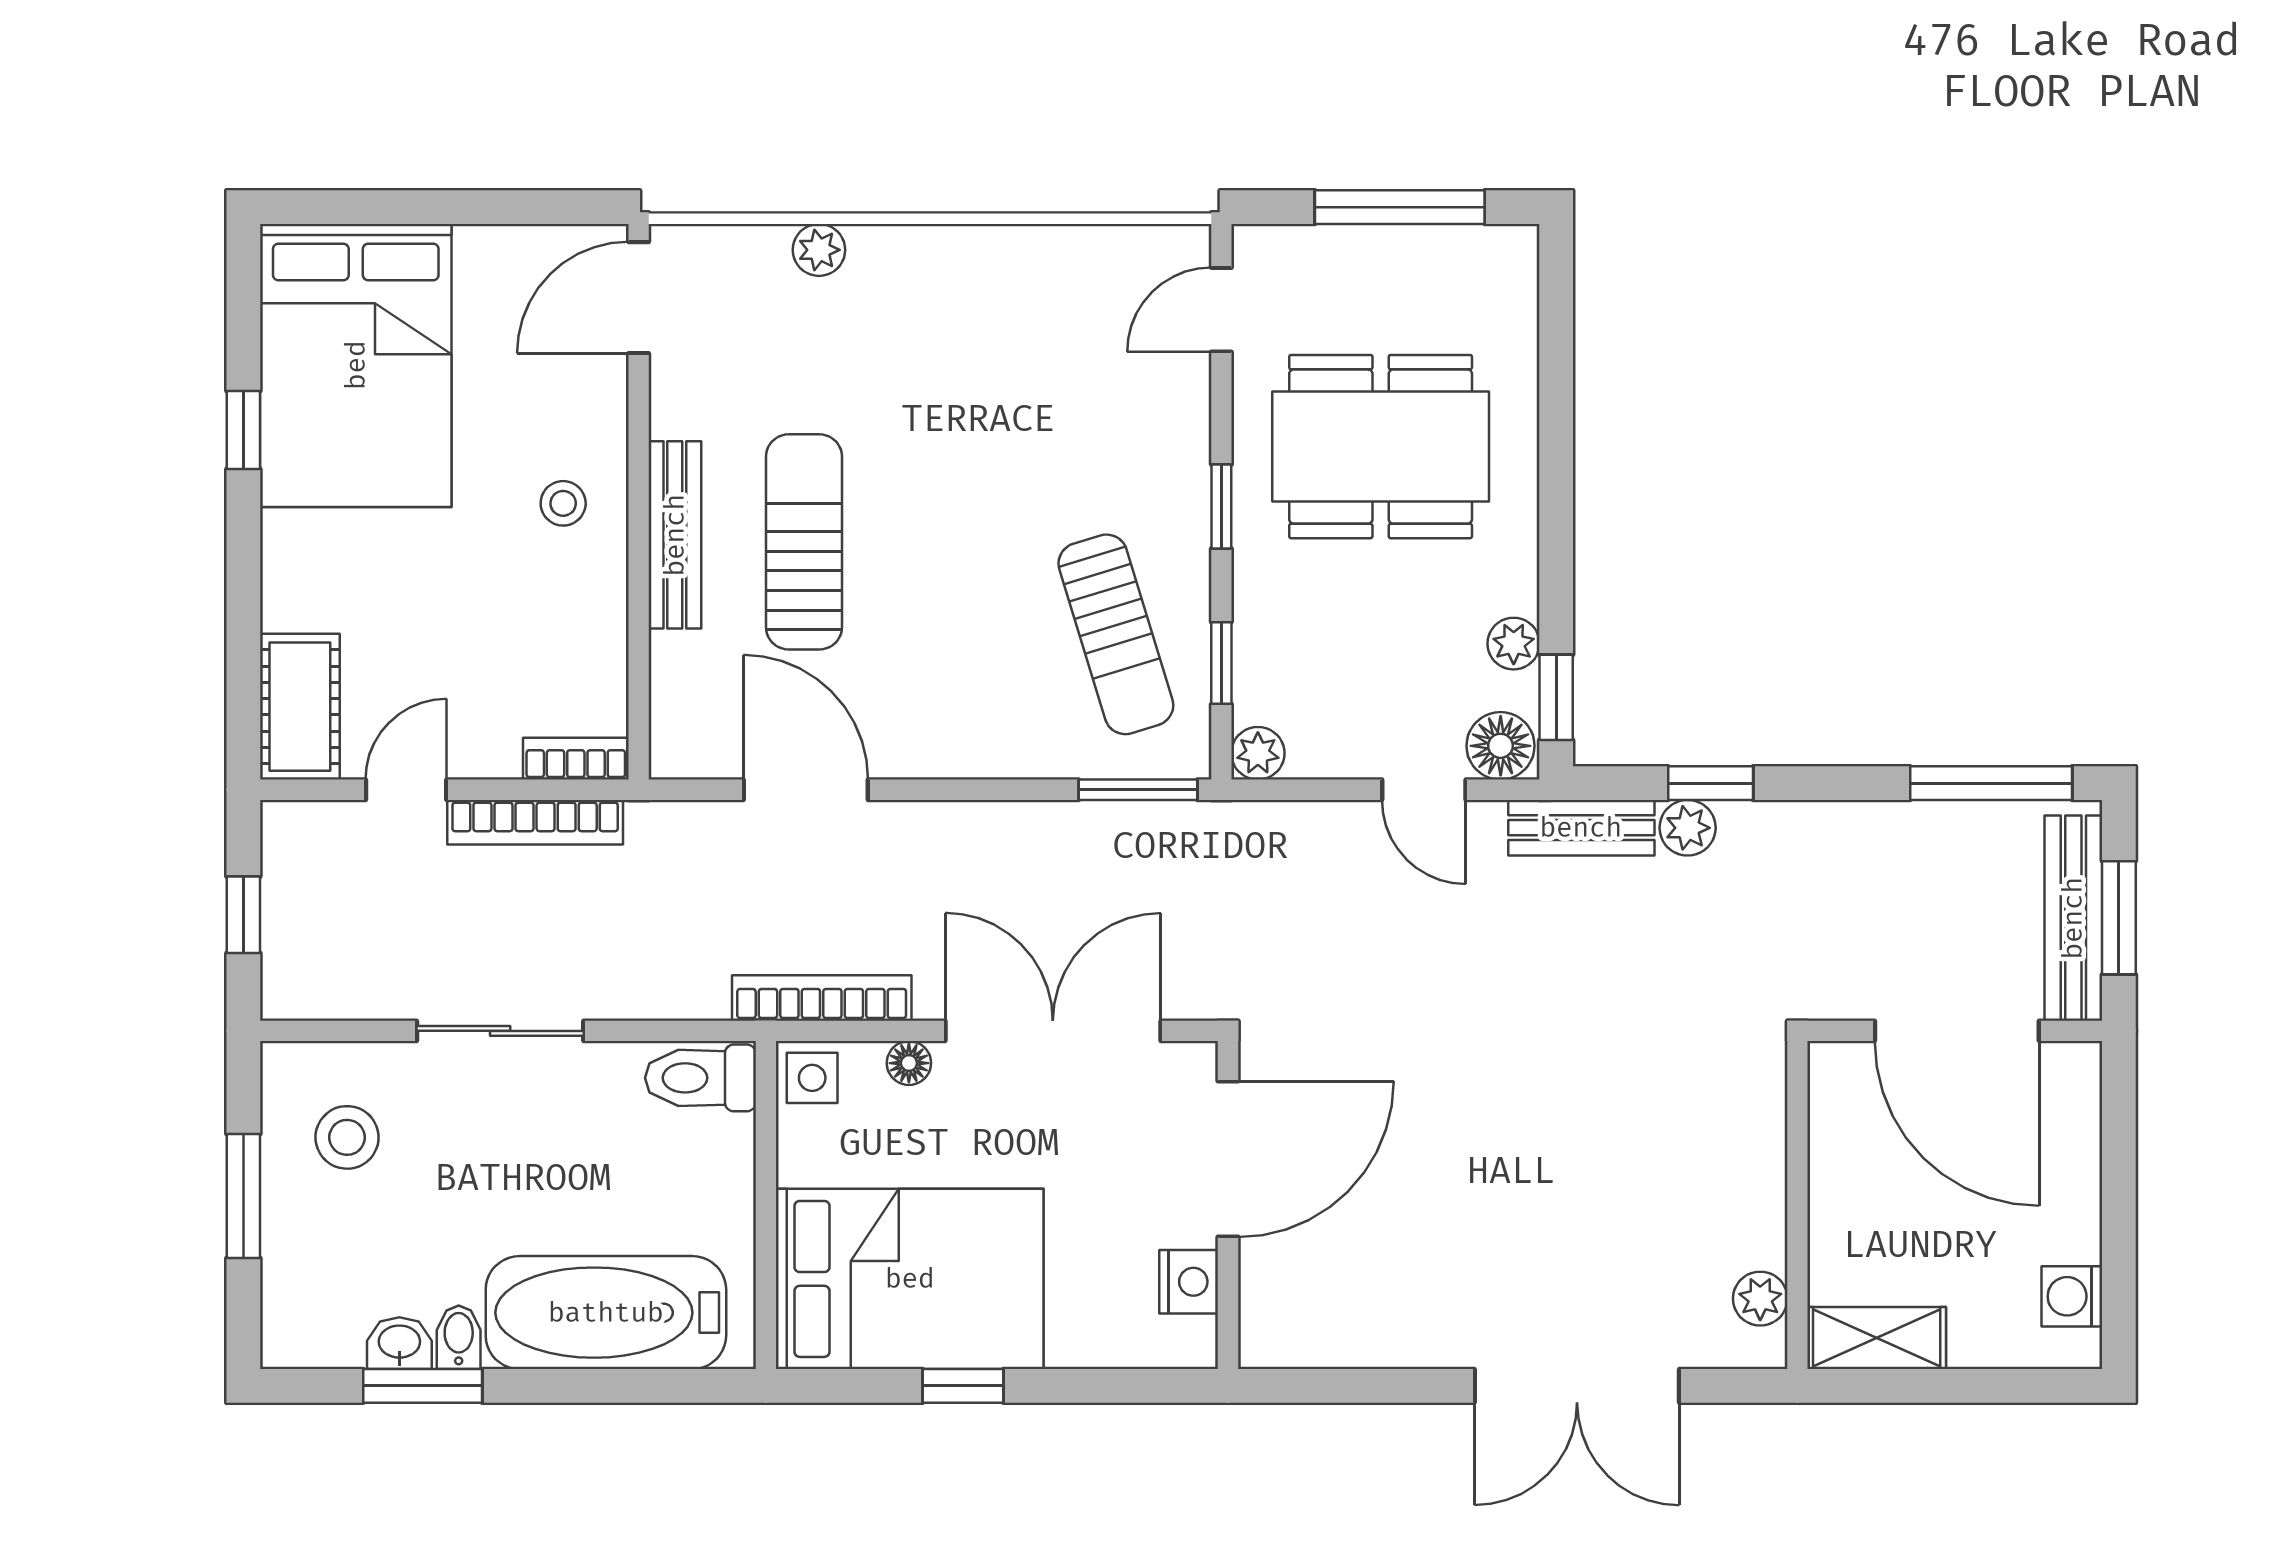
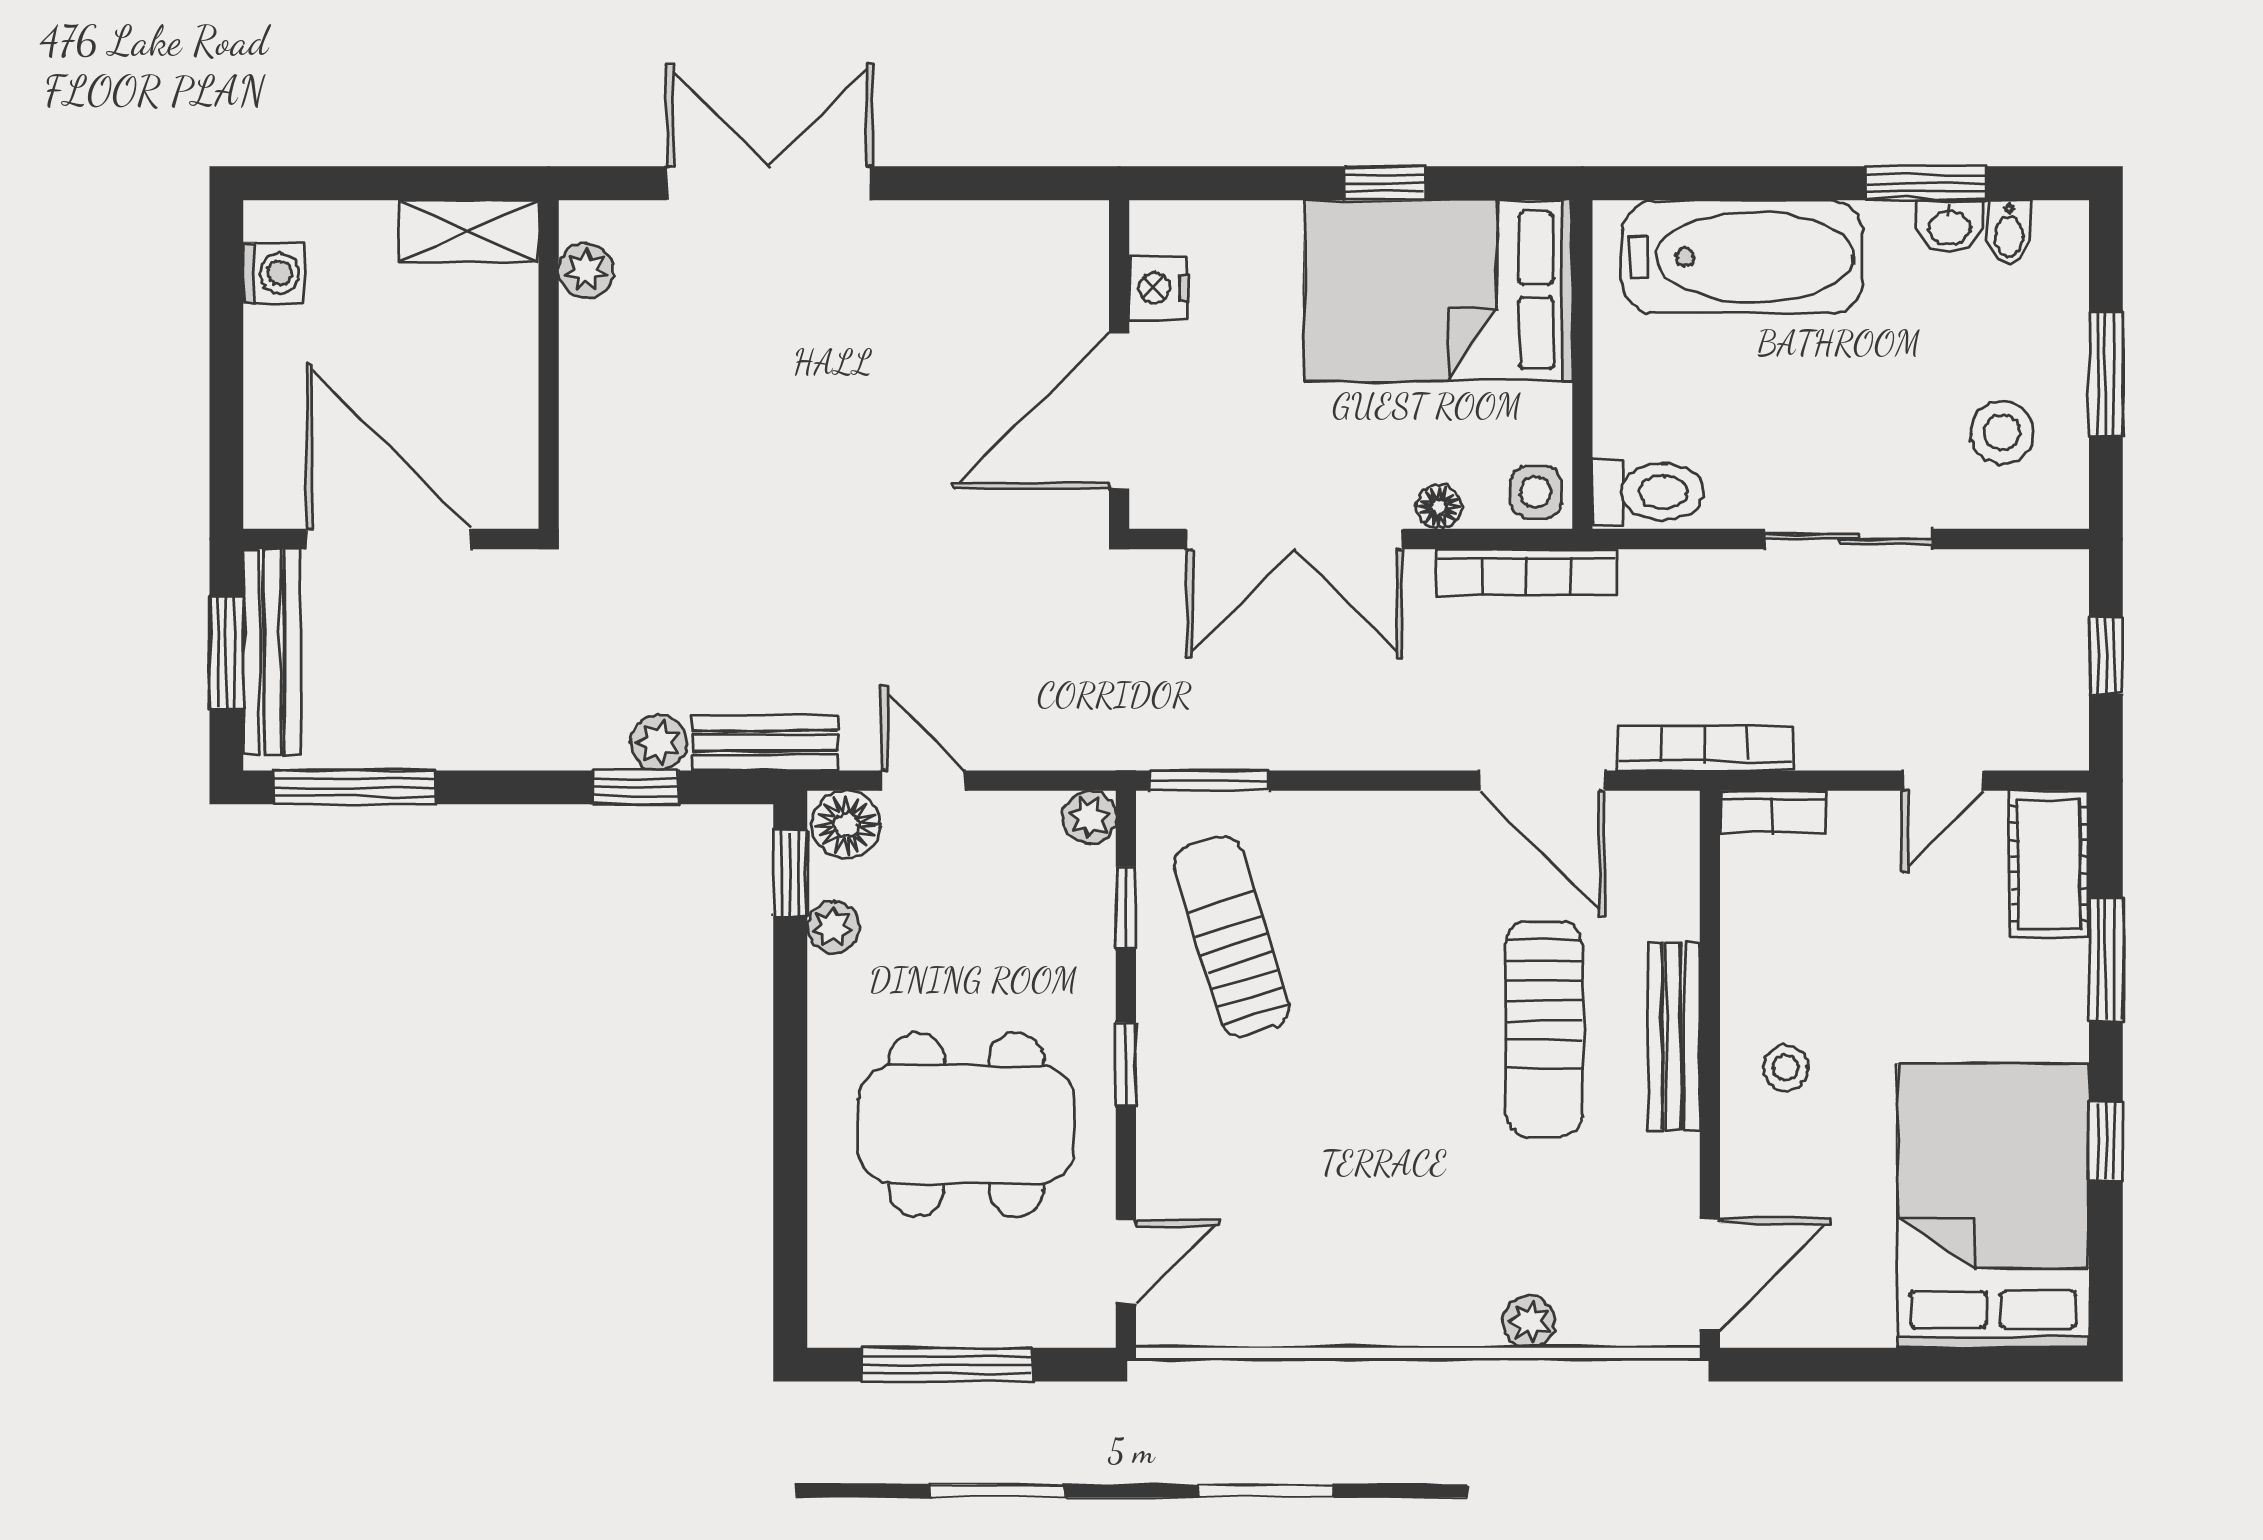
window: (243, 612) -> (2106, 959), added
bookcase: (535, 822) -> (1705, 748), moved
bidet: (459, 1337) -> (2009, 232), moved

